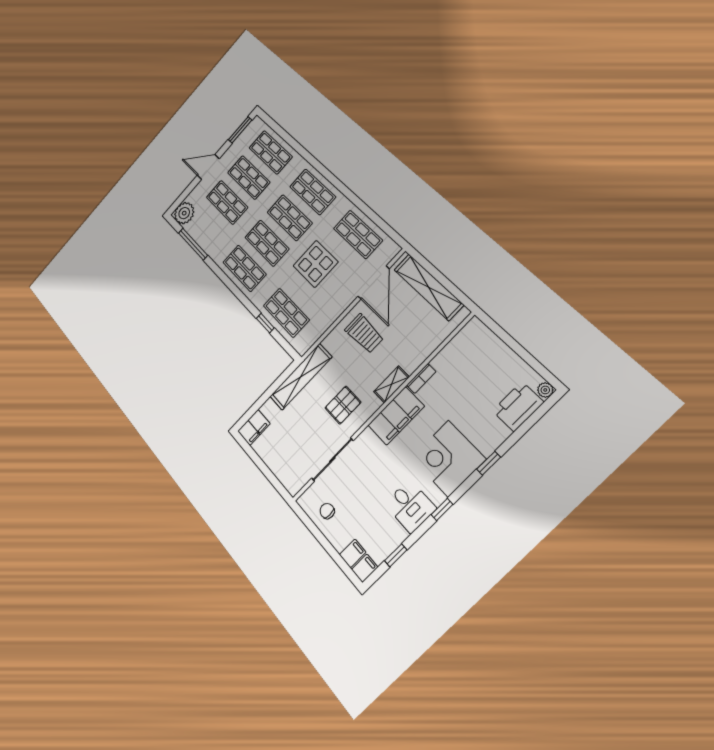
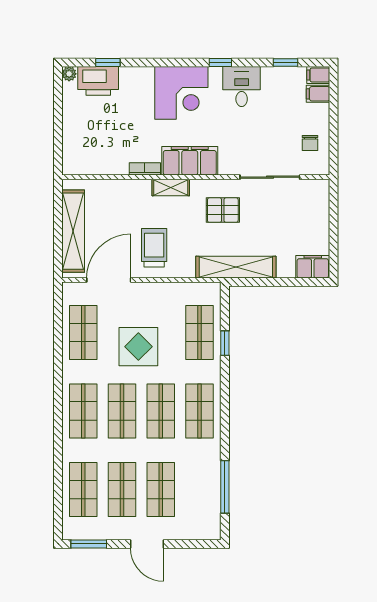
plant: (184, 213) -> (207, 526), removed
window: (489, 463) -> (108, 63), moved

